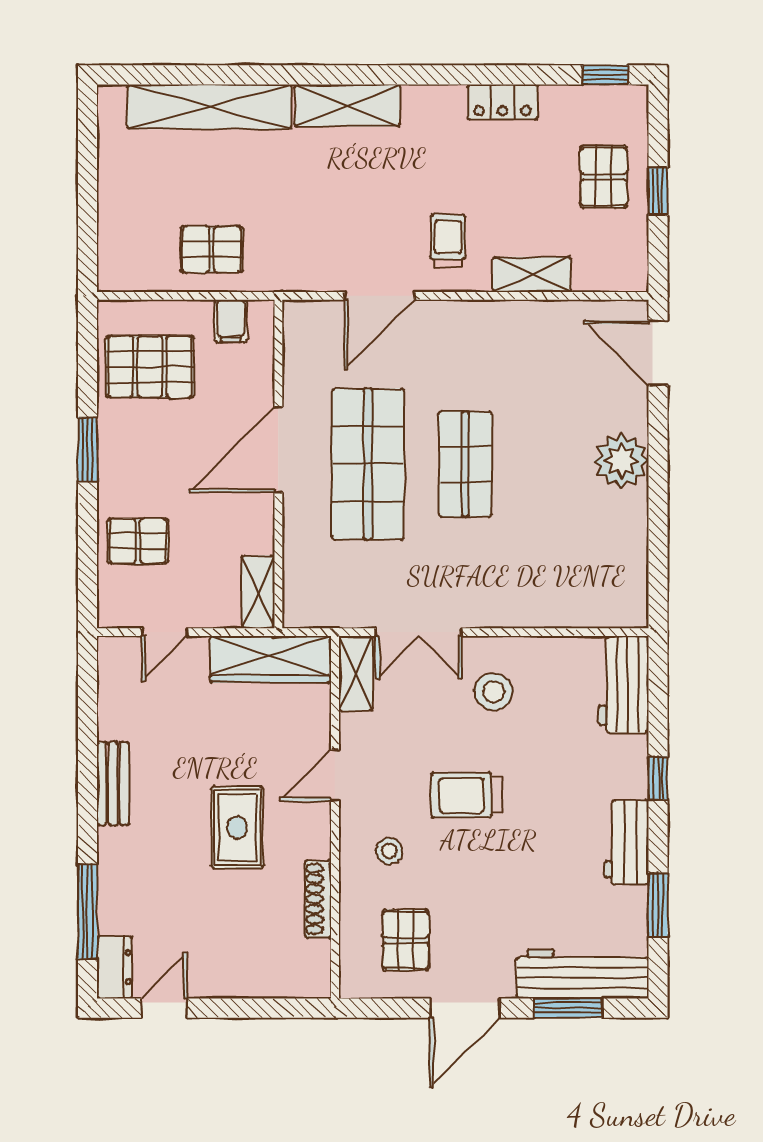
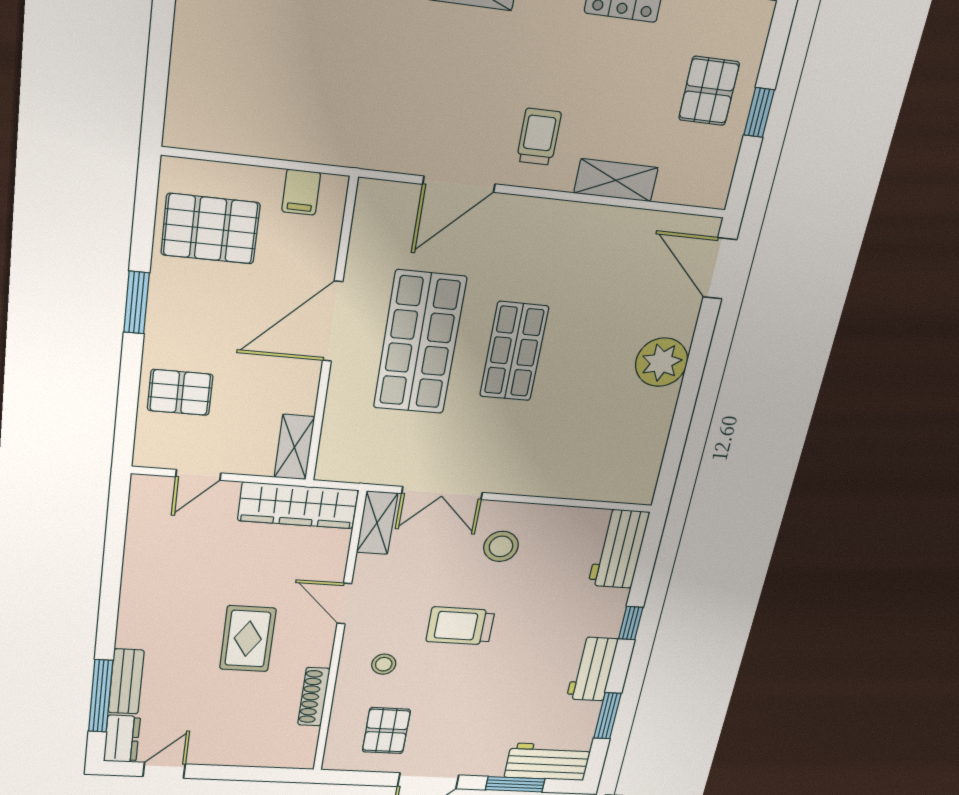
pallet: (212, 249) -> (290, 117), removed
door: (335, 775) -> (344, 603), hinge flipped
bench: (113, 783) -> (126, 682), moved
workbench: (583, 974) -> (548, 762), width x0.73

